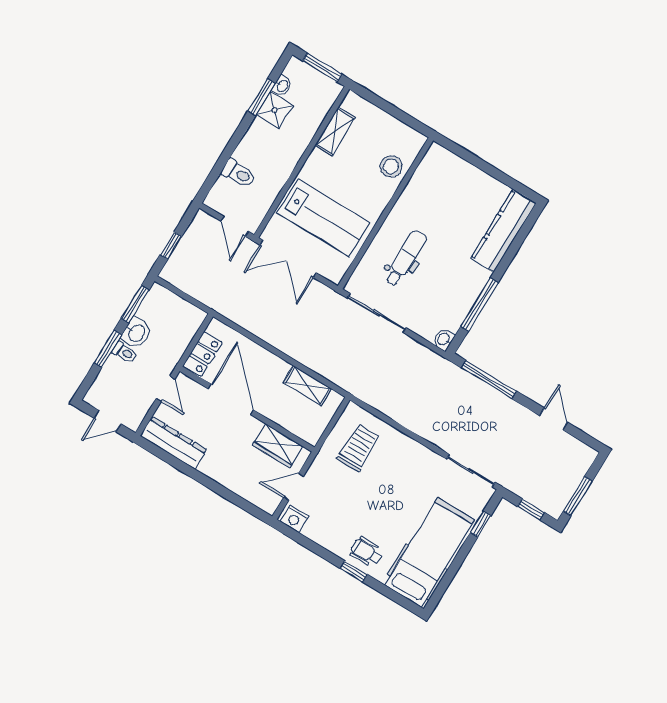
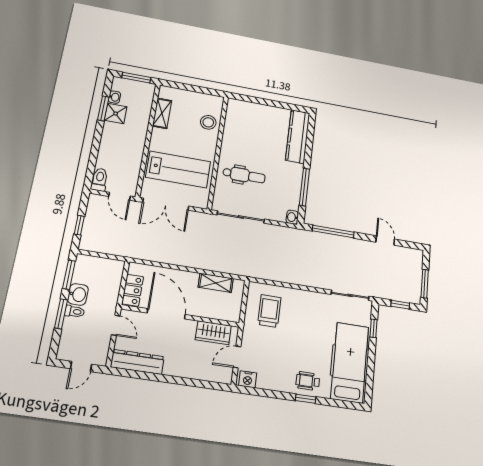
toilet: (239, 173) -> (99, 180), moved, turned -90
dental chair: (406, 258) -> (244, 175), turned 90

